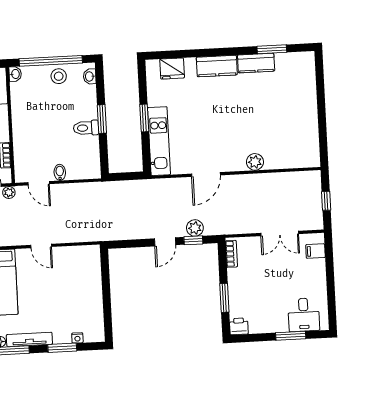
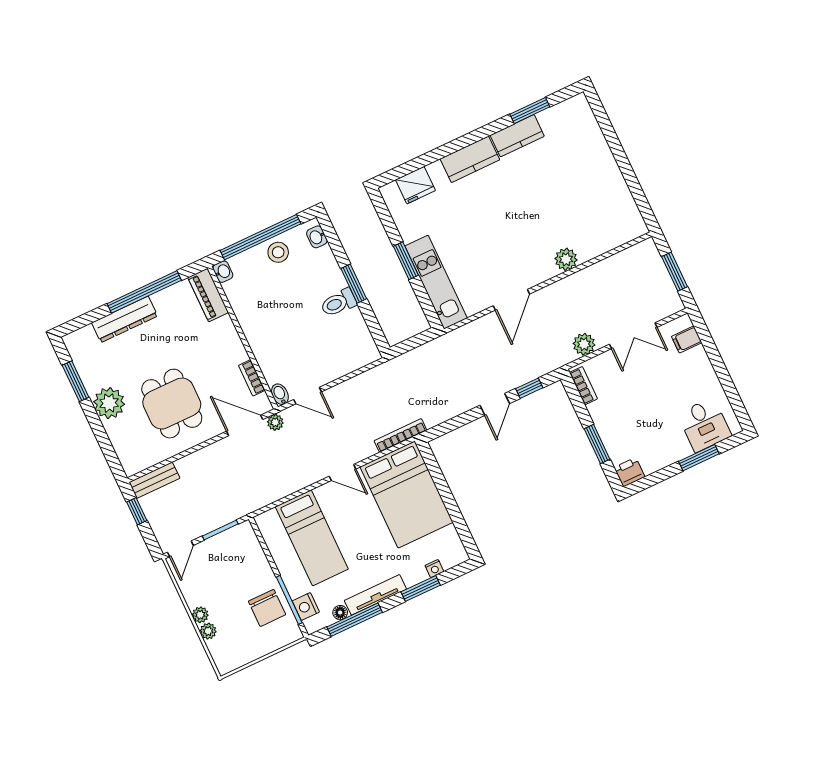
bidet: (60, 172) -> (280, 394), moved
window: (326, 201) -> (674, 272), width x1.50
plant: (195, 228) -> (584, 344), moved
bookcase: (91, 237) -> (400, 436), added
bed: (79, 279) -> (407, 495), added

